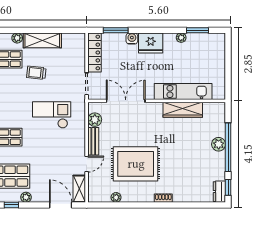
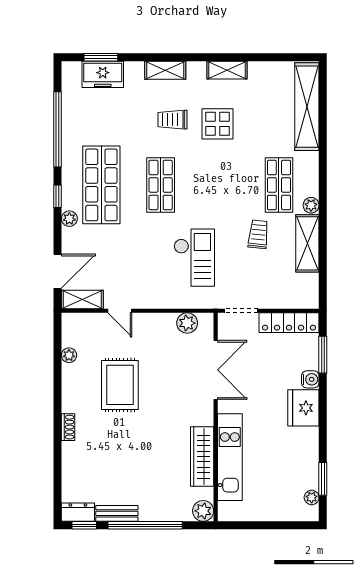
plant: (181, 38) -> (312, 497), moved
bench: (93, 141) -> (117, 513), moved
plant: (219, 144) -> (203, 511), moved
rug: (136, 164) -> (120, 385), width x0.73, depth x0.69

